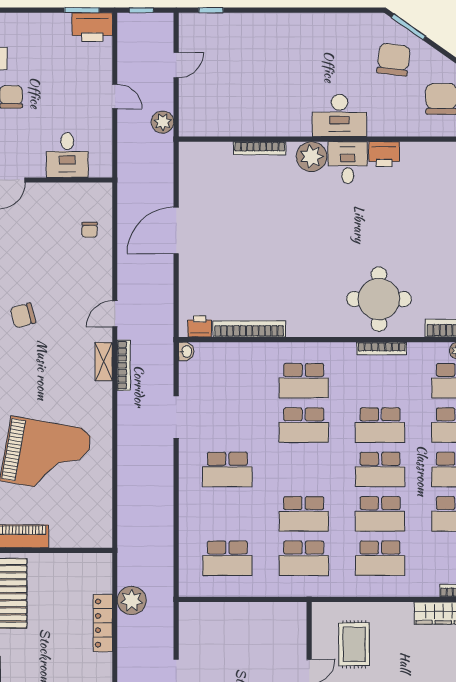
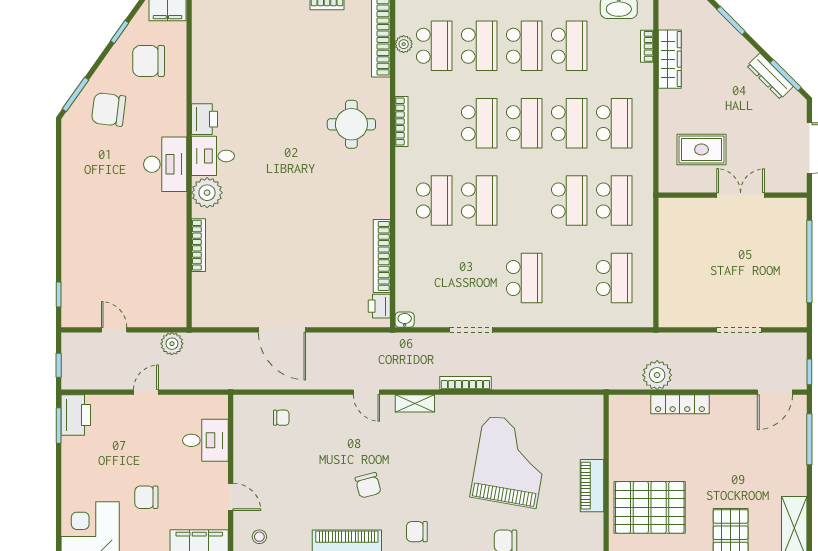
round table: (379, 299) -> (351, 124), width x0.73, depth x0.73
bookcase: (124, 365) -> (465, 383), moved

